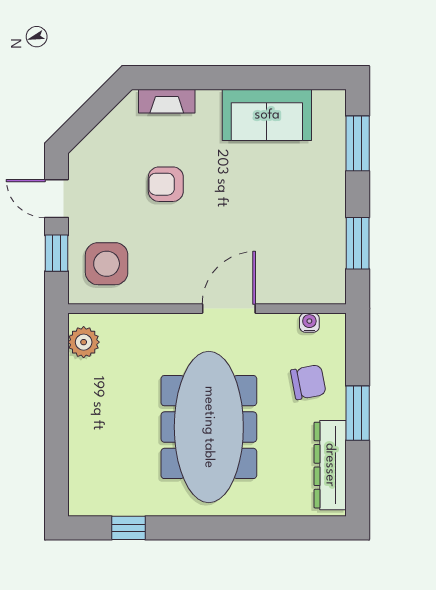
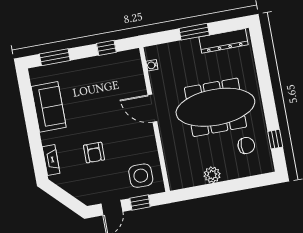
window: (358, 243) -> (106, 48), width x0.67
plant: (84, 342) -> (212, 175), moved
chair: (308, 382) -> (246, 145), moved, turned 101

